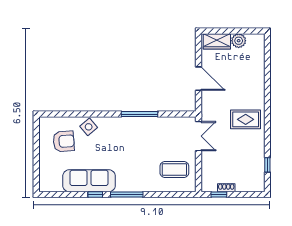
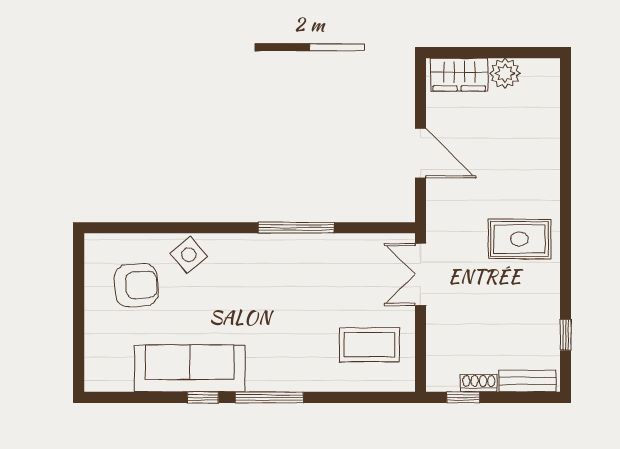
double door: (199, 136) -> (421, 274), swing flipped
bench: (249, 187) -> (528, 381), added

